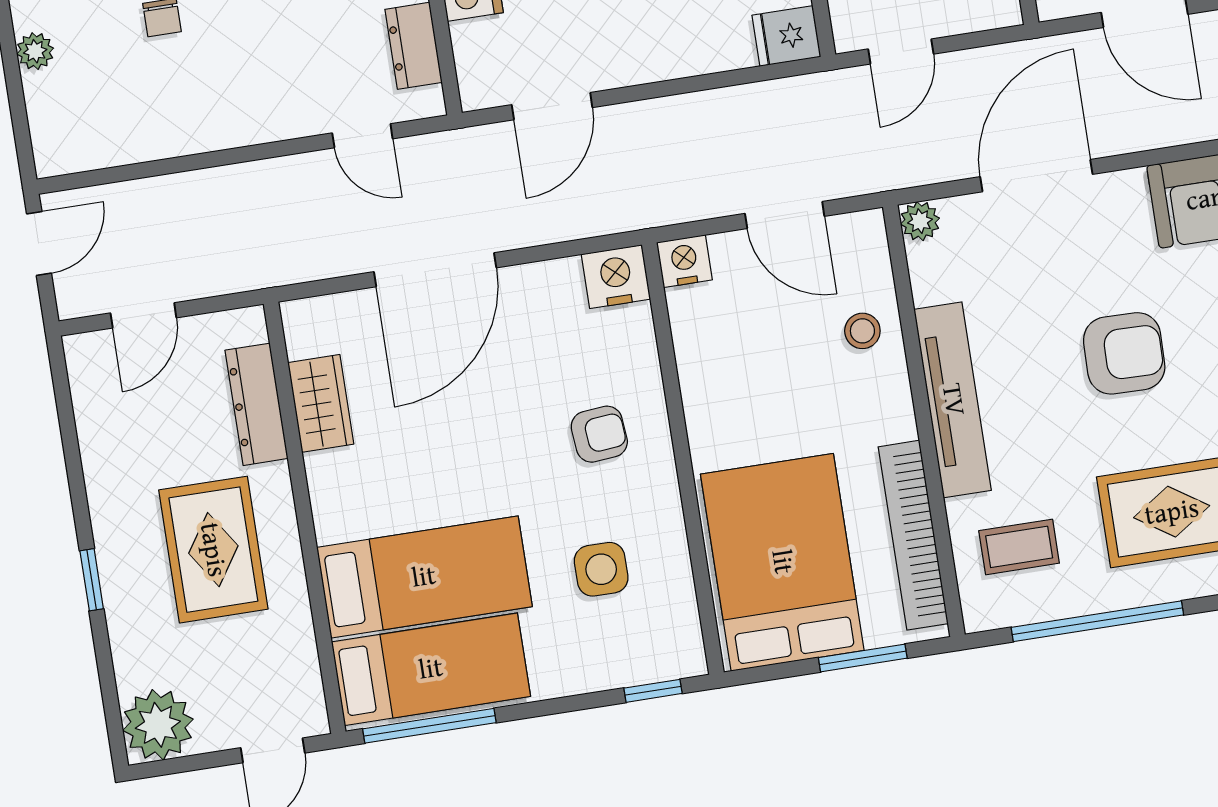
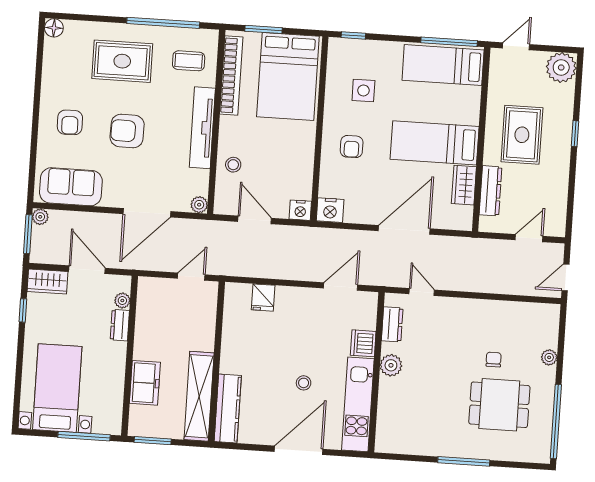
fridge: (786, 36) -> (263, 298), moved, turned 90
armchair: (599, 434) -> (352, 147), turned -85
bed: (424, 577) -> (435, 143), moved

